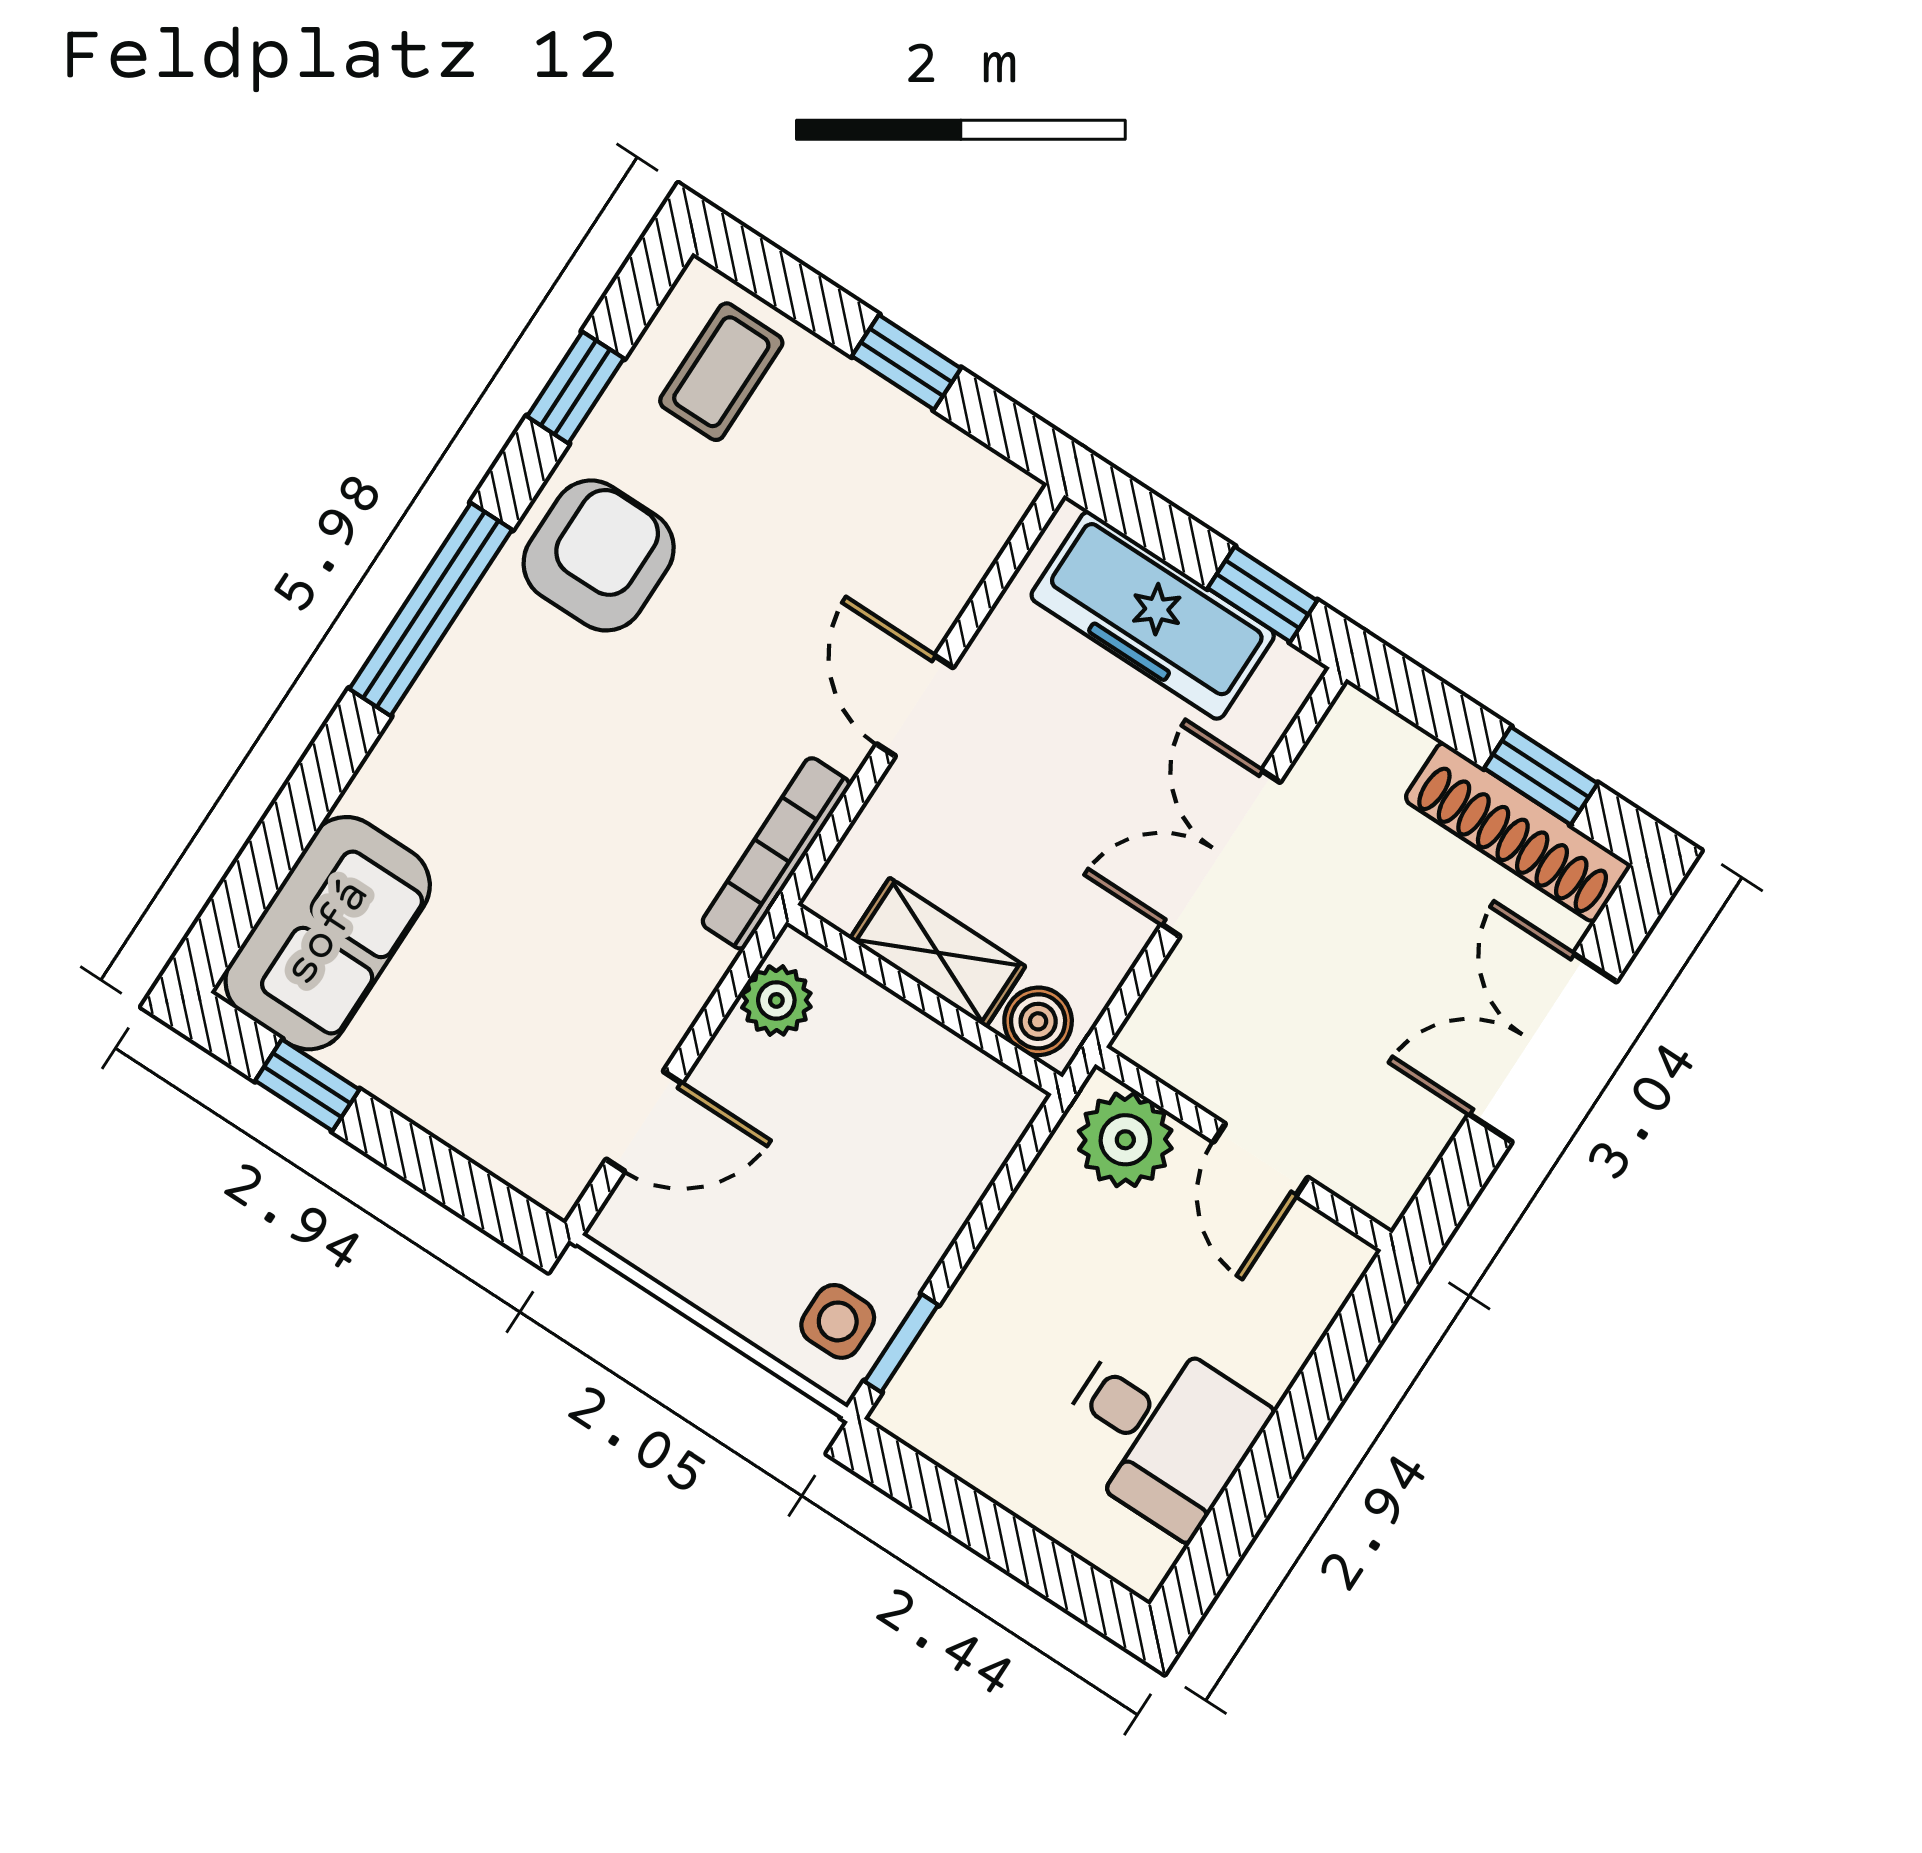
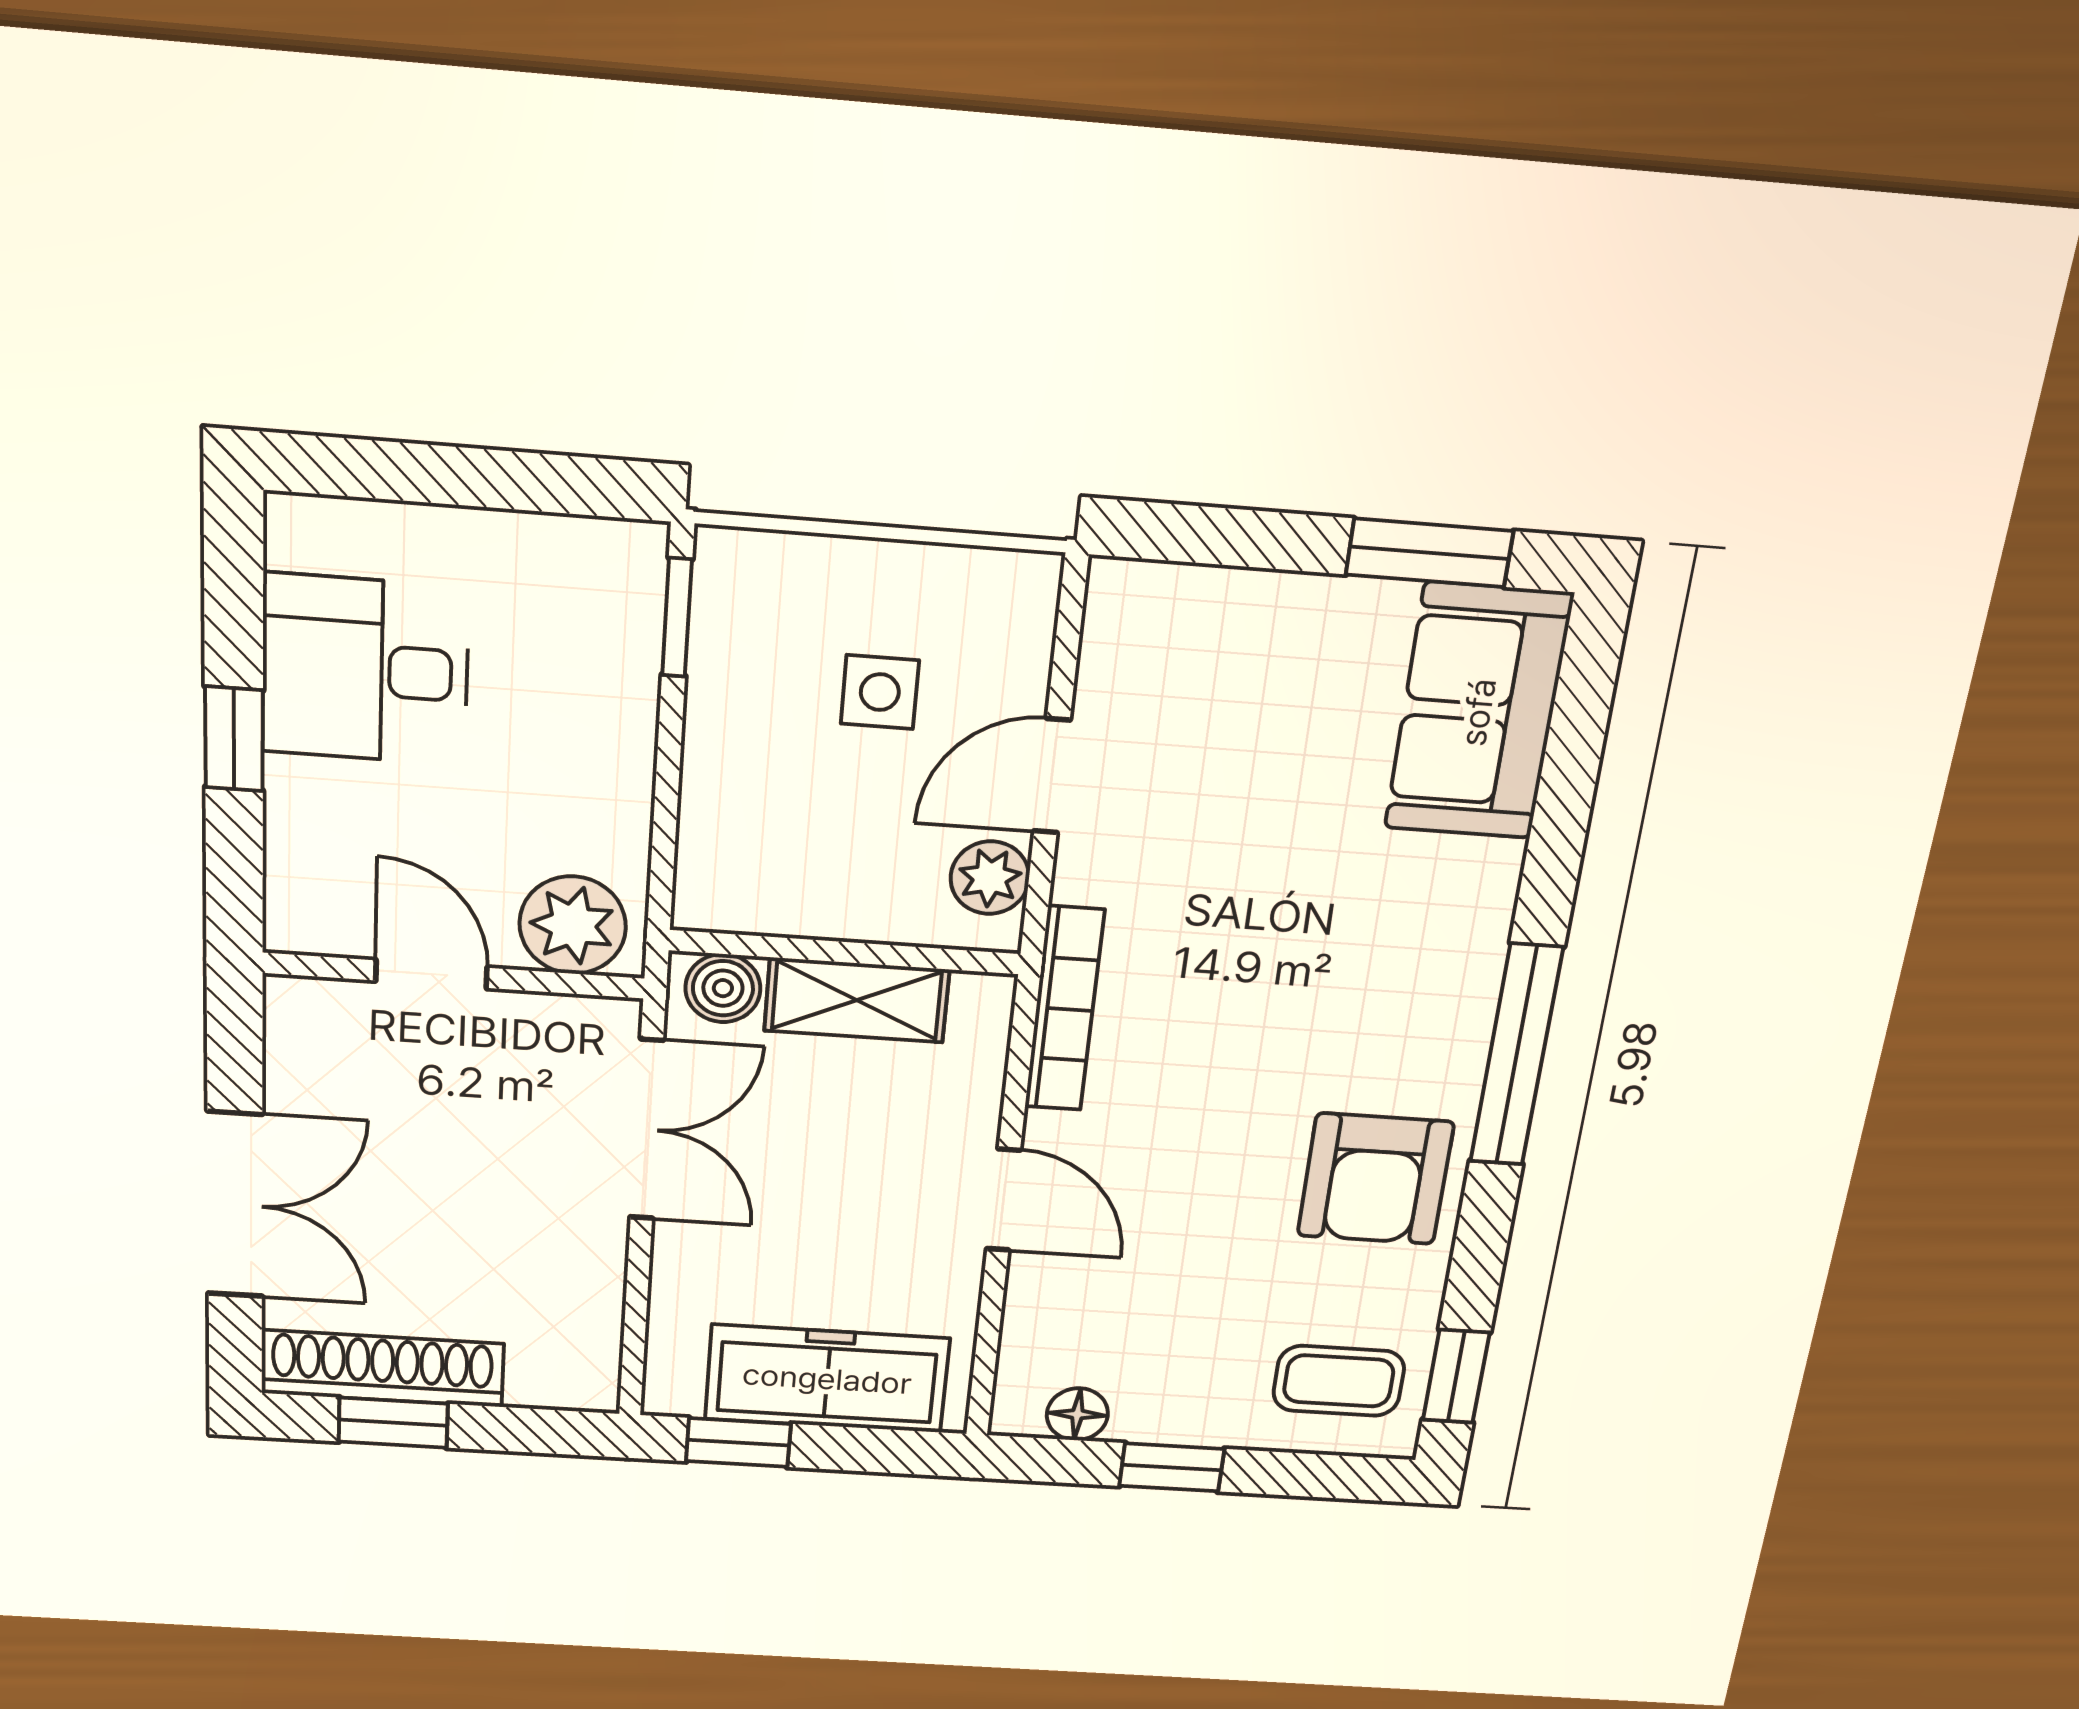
coffee table: (721, 372) -> (1339, 1381), turned 90
window: (575, 387) -> (1456, 1376), moved
floor lamp: (960, 462) -> (1077, 1414), added
double door: (1221, 853) -> (647, 1130), moved
window: (307, 1085) -> (1429, 553), width x1.50
door: (644, 1121) -> (1052, 776), moved
side table: (838, 1321) -> (880, 692), moved
window: (1293, 1432) -> (234, 739), added

